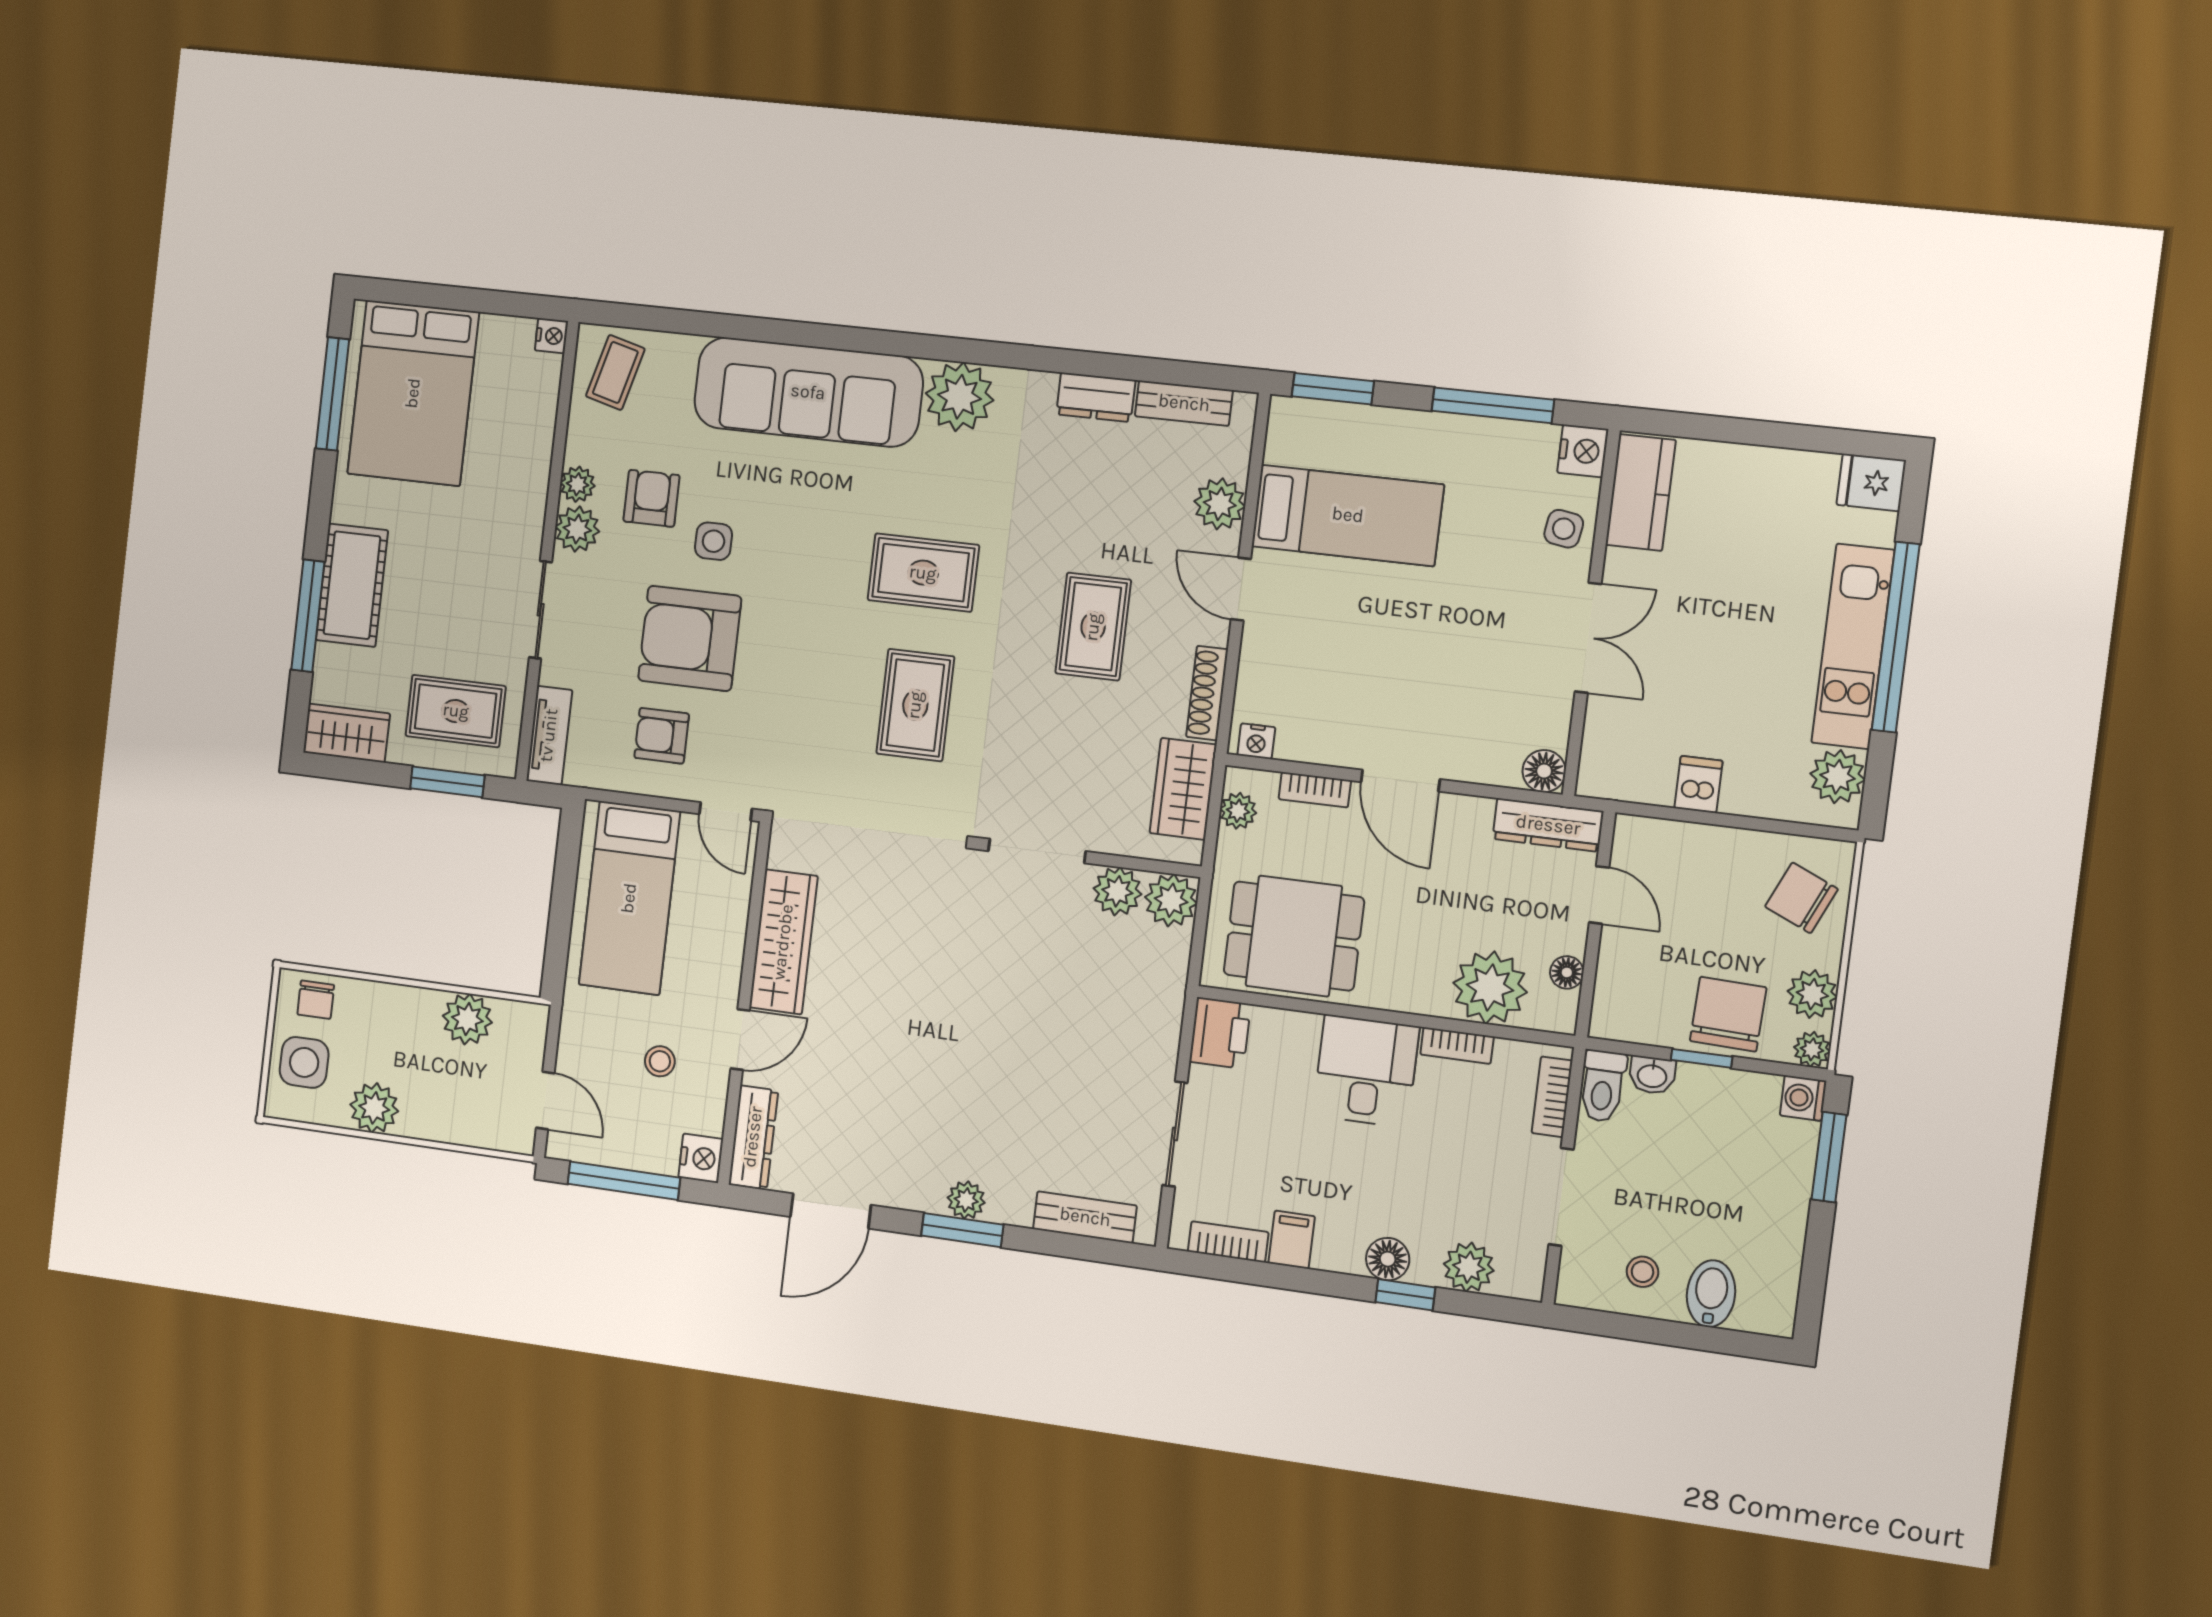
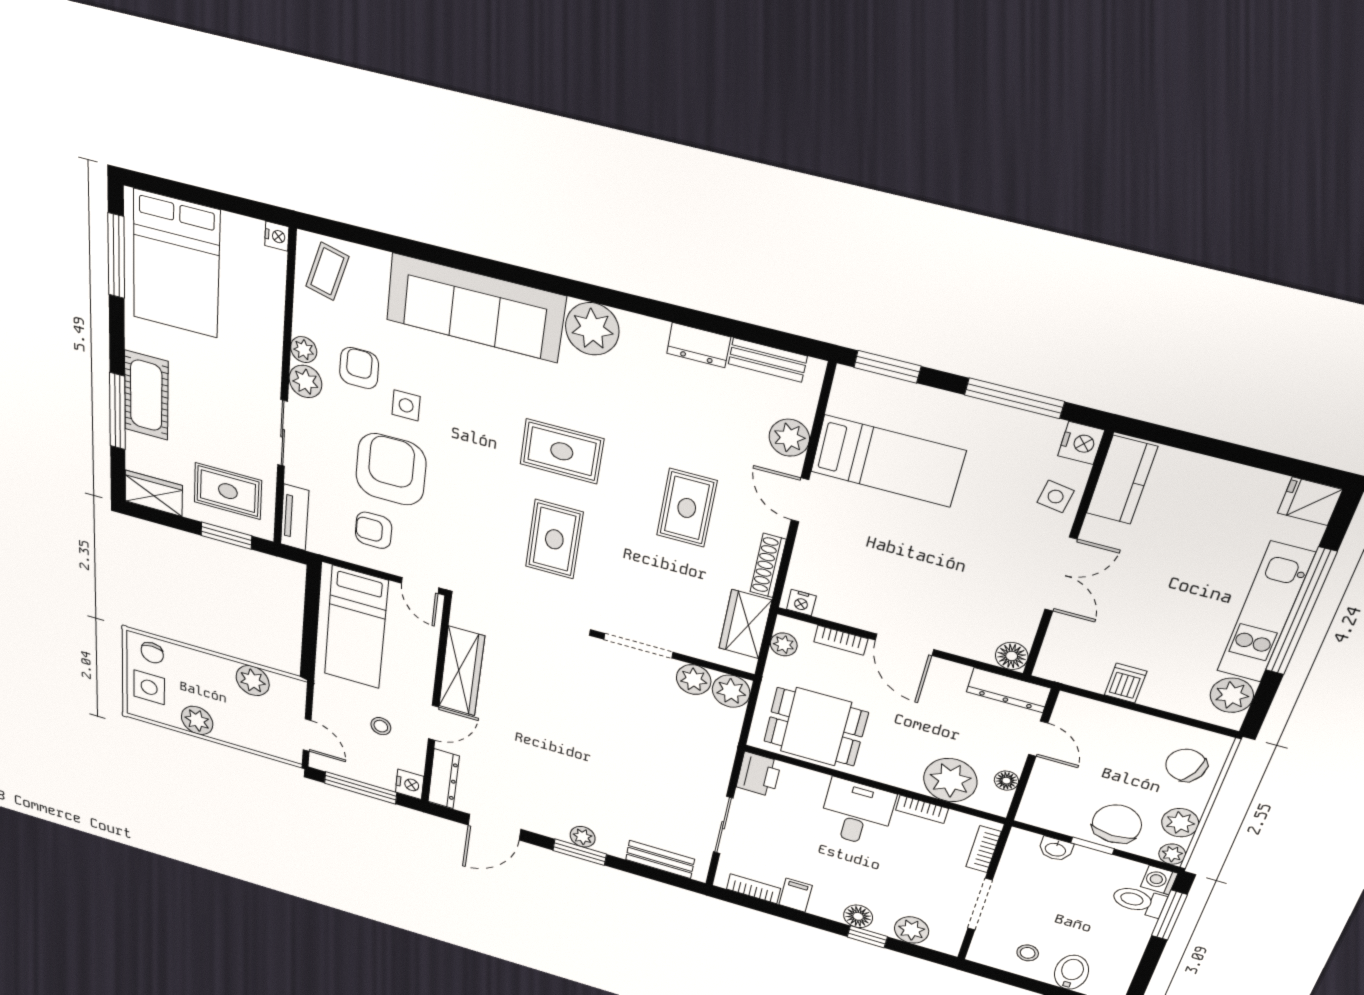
armchair: (690, 638) -> (391, 469), turned 90
toilet: (1603, 1086) -> (1139, 901), moved, turned 90

